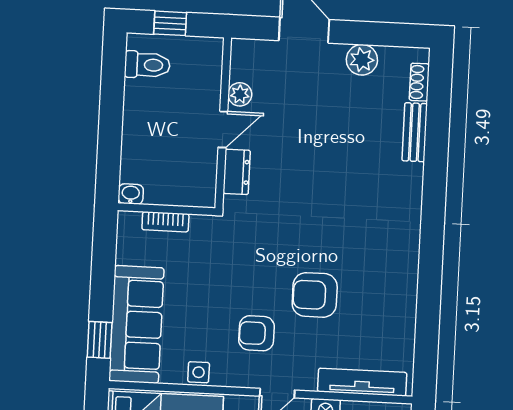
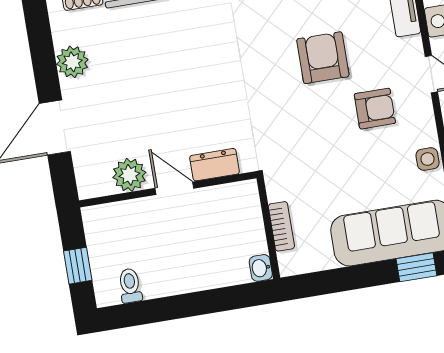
toilet: (147, 65) -> (130, 286), width x0.73, depth x0.72
plant: (240, 94) -> (129, 175), width x1.38, depth x1.38
armchair: (315, 295) -> (323, 58), turned 180
armchair: (257, 333) -> (375, 109), turned -90

